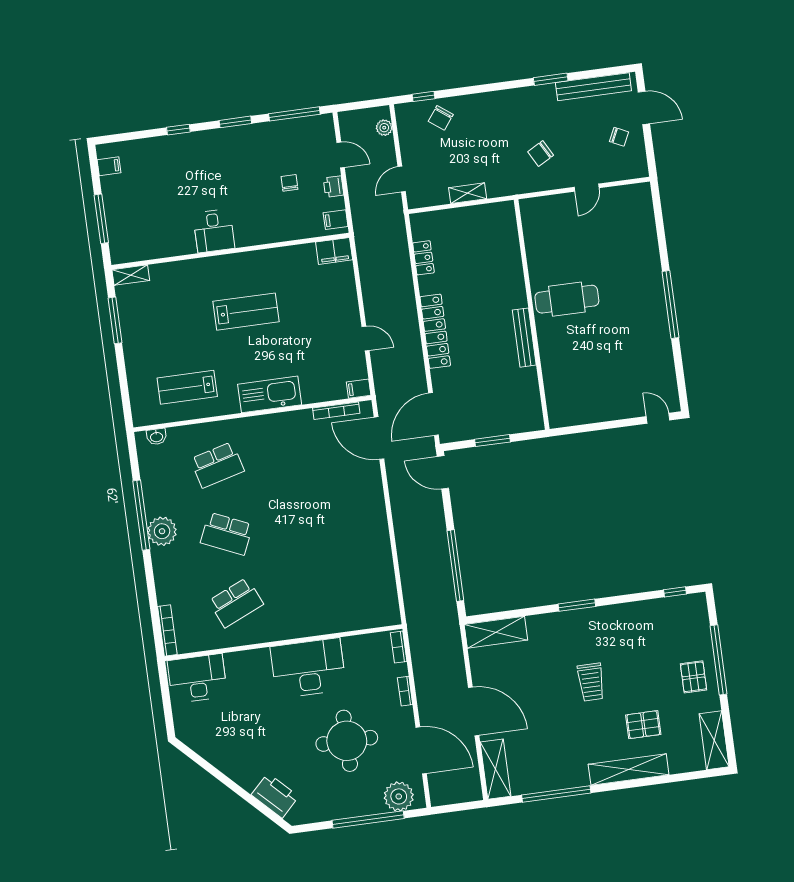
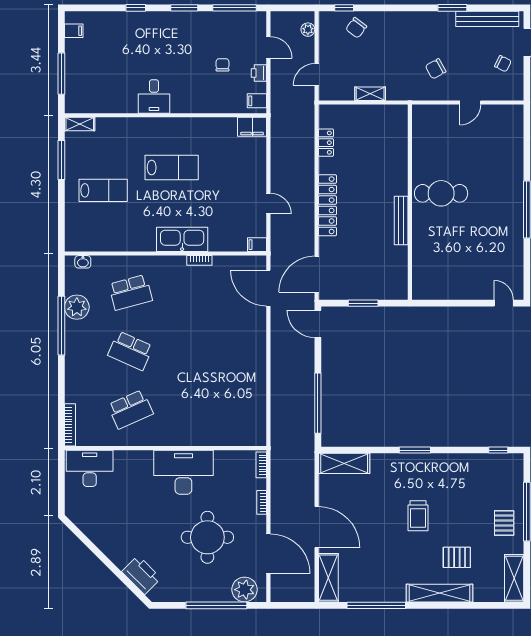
lab bench: (187, 387) -> (103, 190), moved, turned 180
bookcase: (336, 411) -> (199, 260), moved, width x0.64
plant: (162, 531) -> (77, 307), moved

